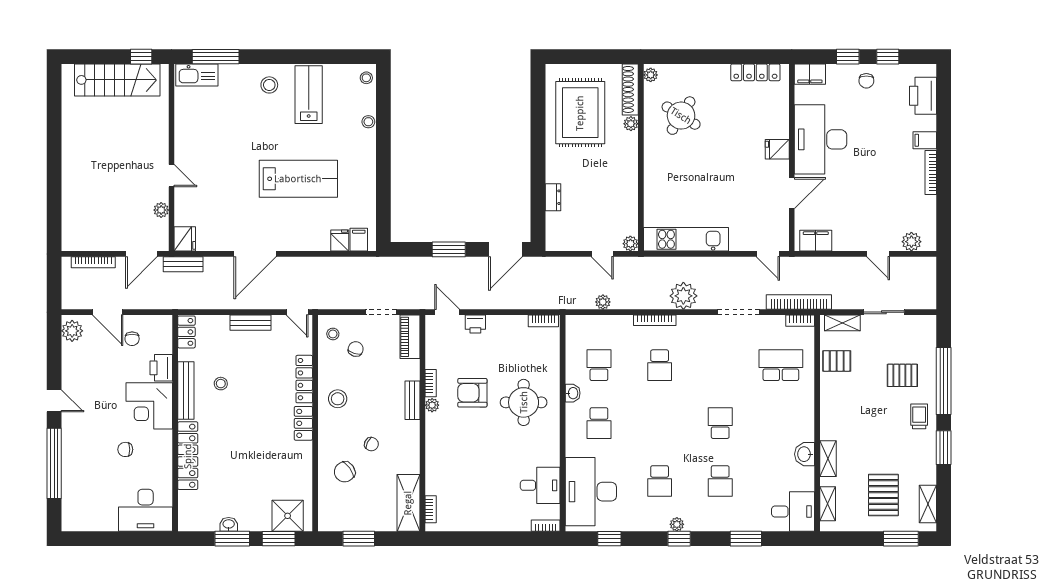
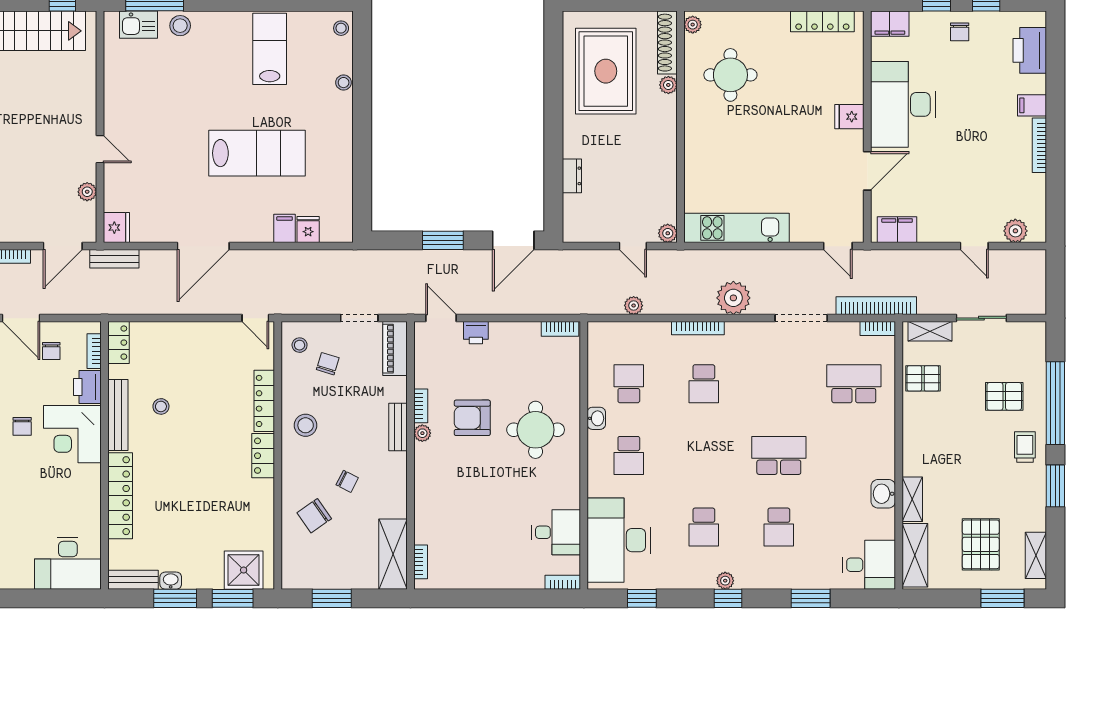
kitchen sink: (197, 75) -> (139, 25), width x0.73
stool: (269, 85) -> (180, 26), moved
round table: (681, 116) -> (730, 75), turned -32
filing cabinet: (359, 240) -> (285, 228), moved
bench: (251, 323) -> (133, 580), moved
bookcase: (167, 339) -> (94, 351), added
school desk: (720, 423) -> (779, 455), width x1.85
chair: (125, 449) -> (22, 426), moved, turned -90
shelving: (828, 504) -> (915, 555), width x1.50, depth x1.33

